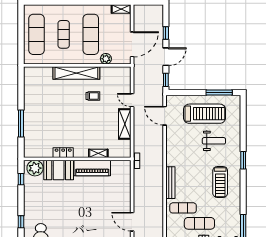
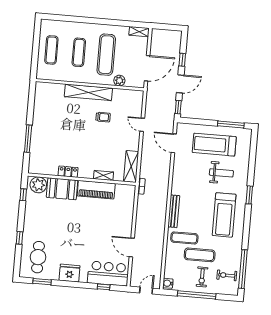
exercise mat: (37, 34) -> (51, 50), width x0.73, depth x0.69
treadmill: (205, 114) -> (214, 145), turned 180
shelving: (125, 124) -> (131, 167), moved
treadmill: (220, 182) -> (224, 215), width x1.37, depth x1.38

